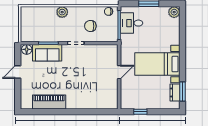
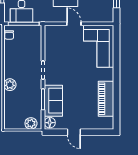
chair: (90, 26) -> (25, 54), removed
plant: (26, 32) -> (31, 123), added
corner sofa: (98, 95) -> (99, 46), added

